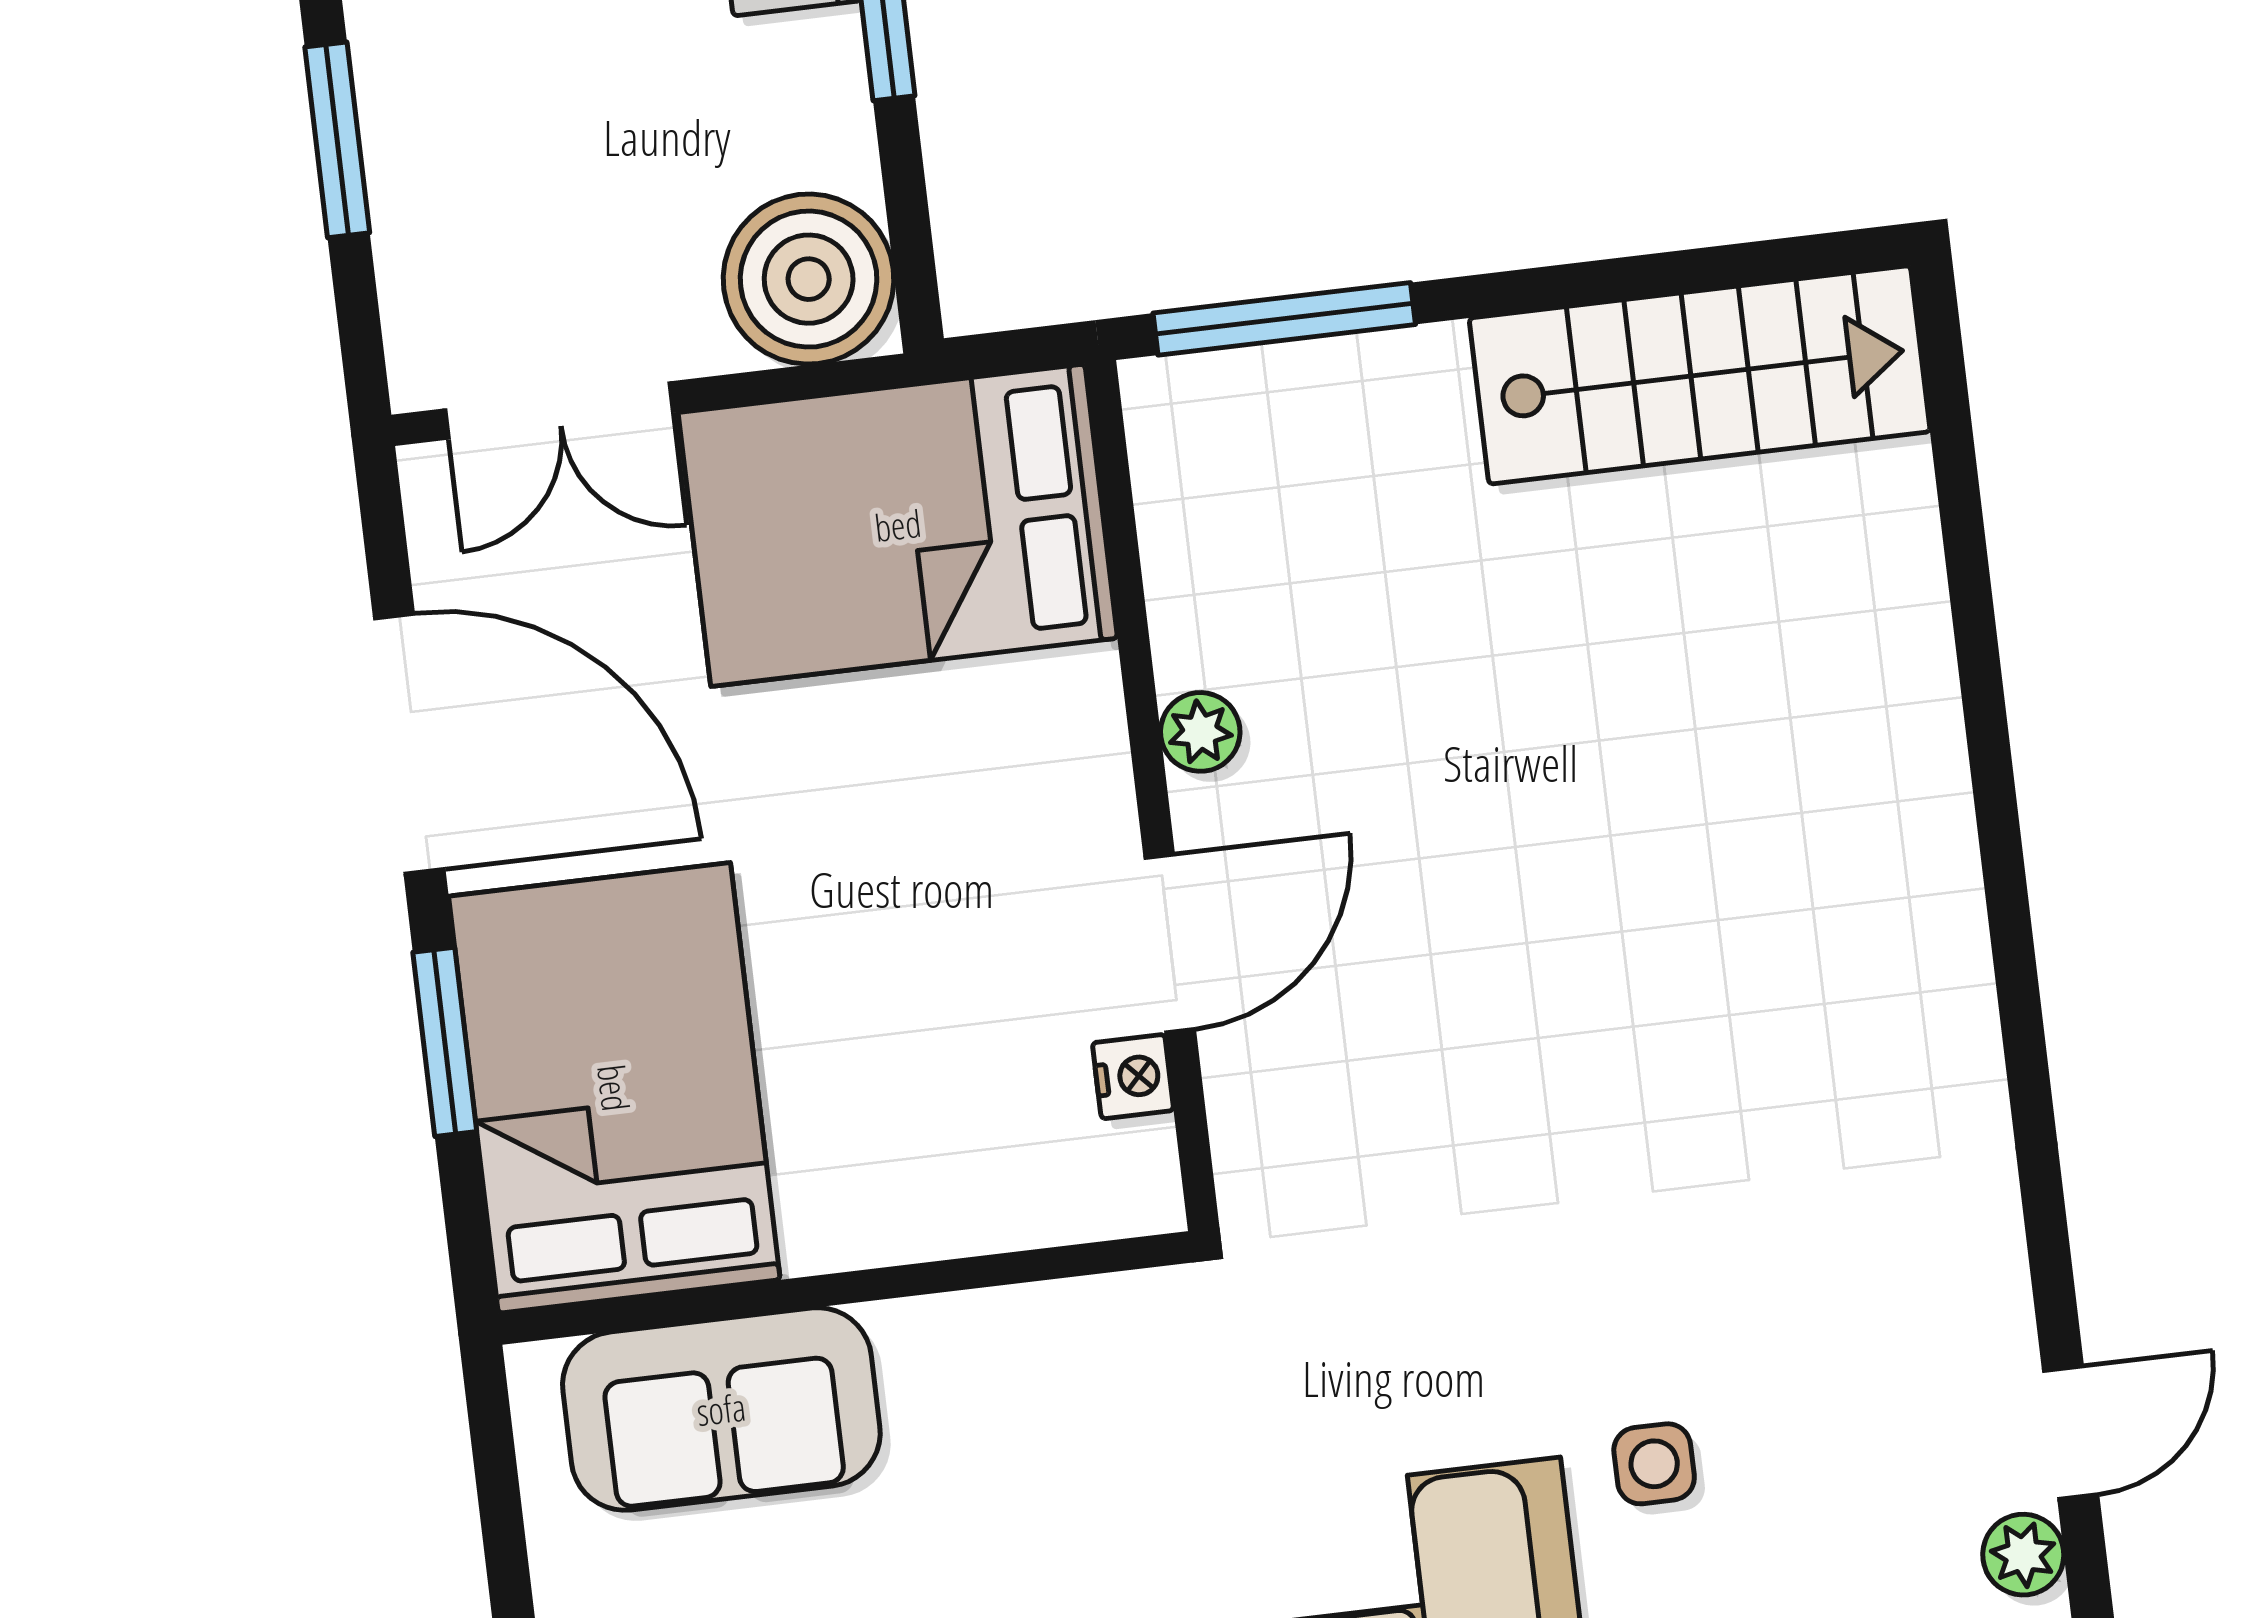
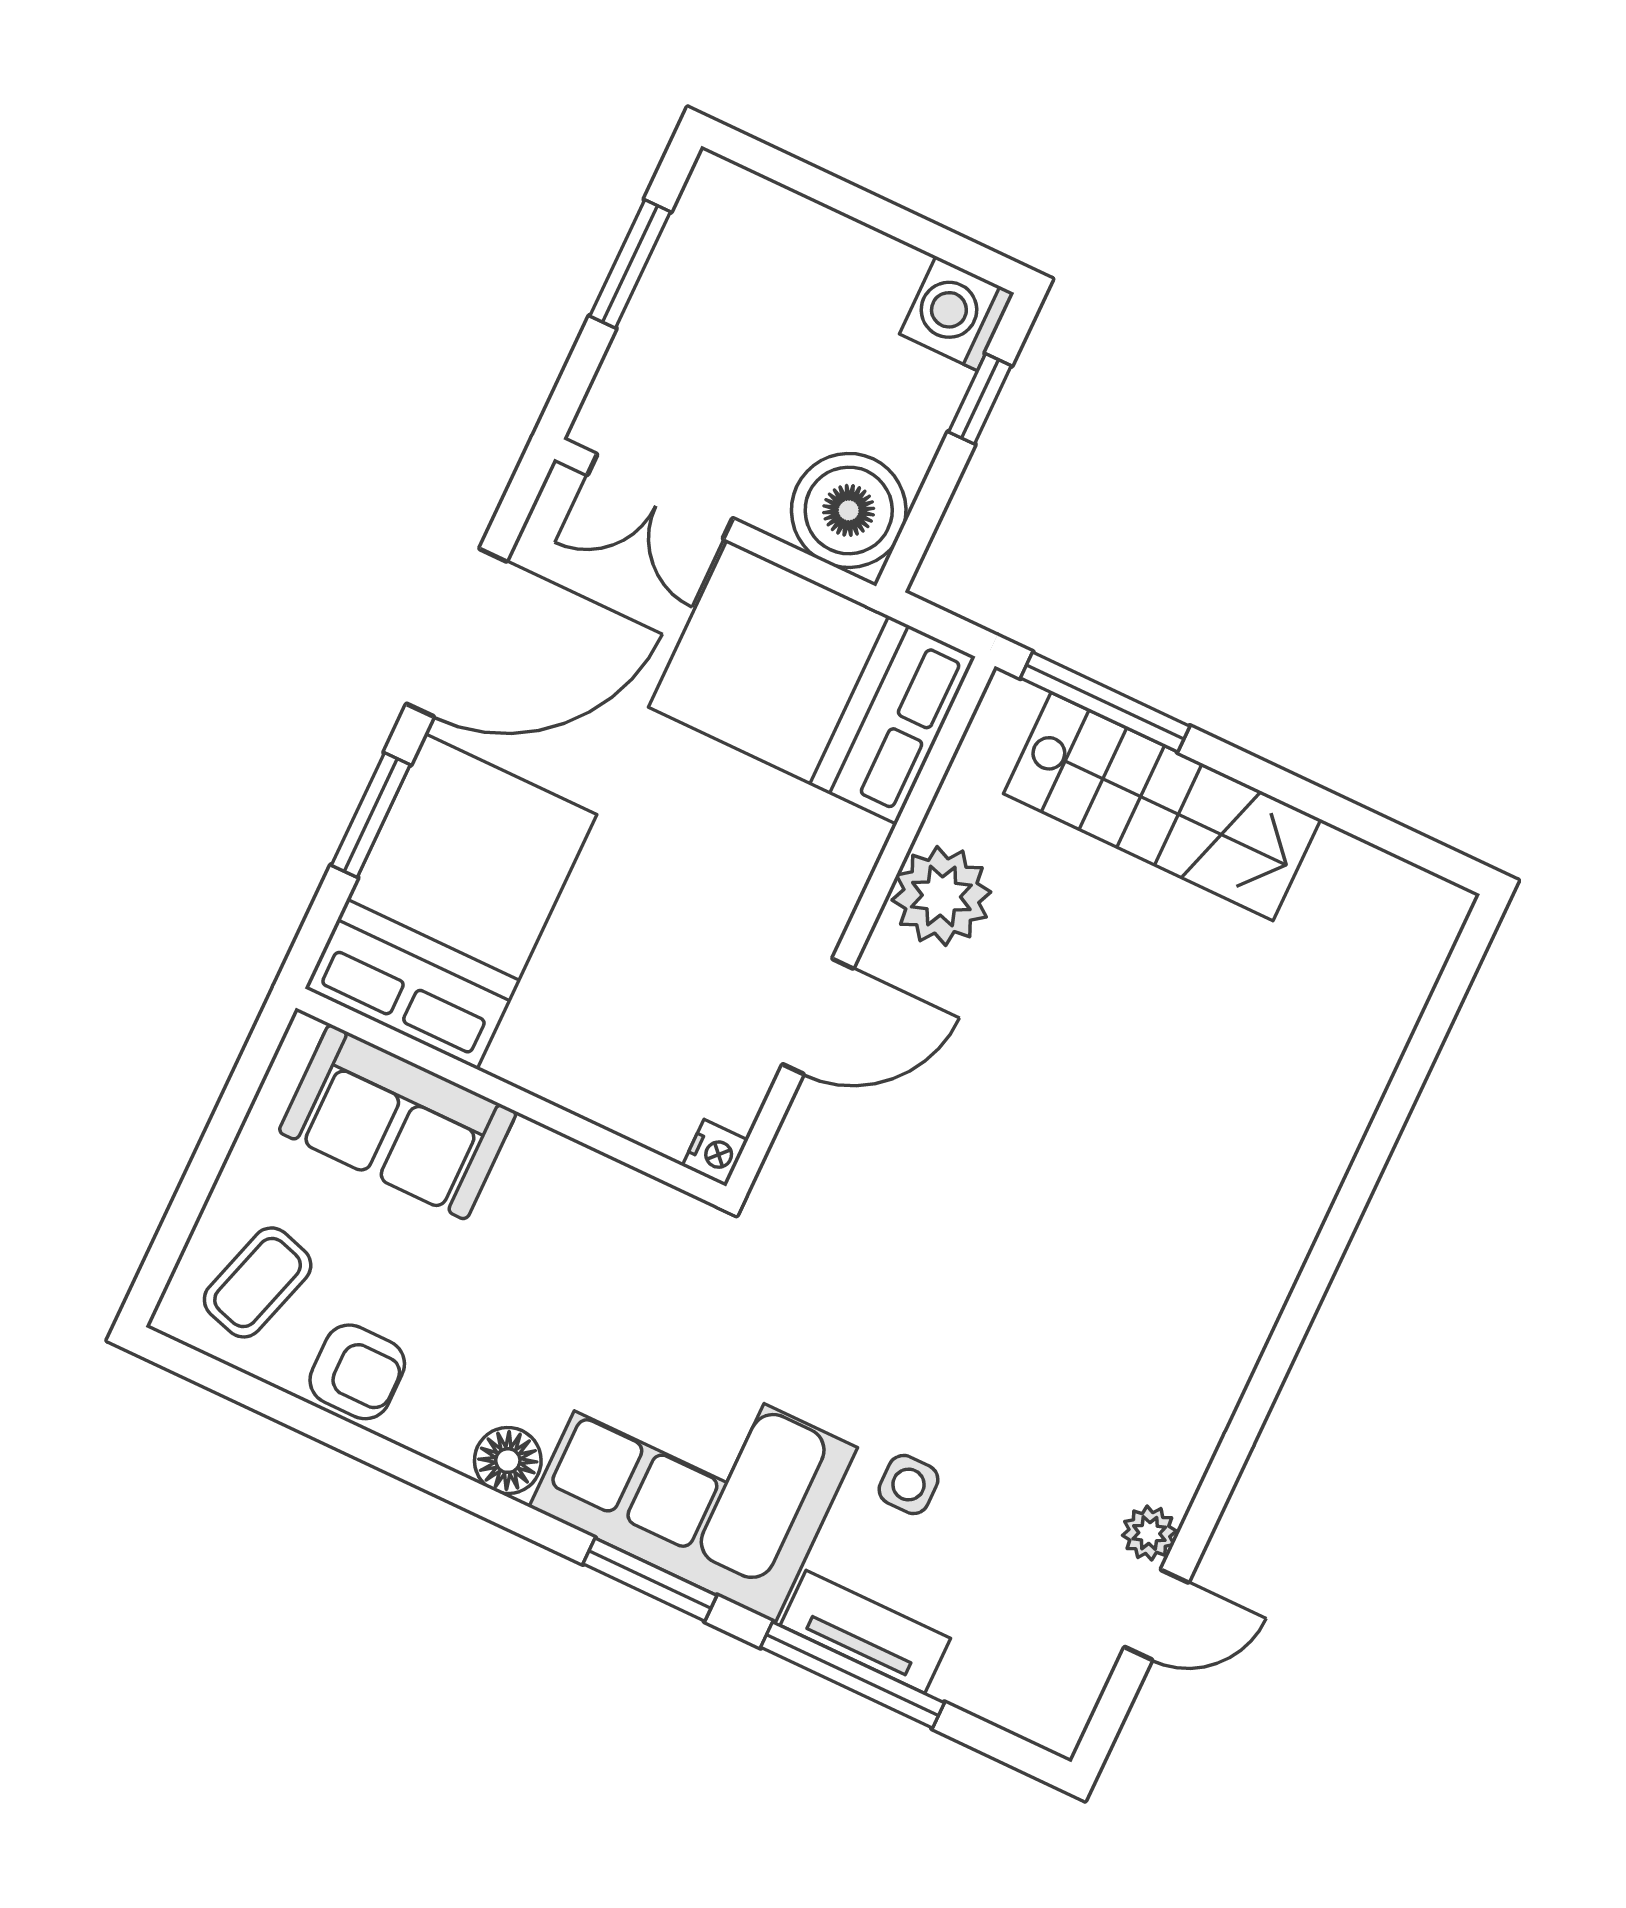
stairs: (1700, 375) -> (1162, 807), moved
plant: (1200, 732) -> (941, 896), width x1.87, depth x1.87
door: (409, 744) -> (457, 633), hinge flipped
nightstand: (1133, 1077) -> (715, 1153), moved
plant: (2023, 1555) -> (1149, 1533), moved

